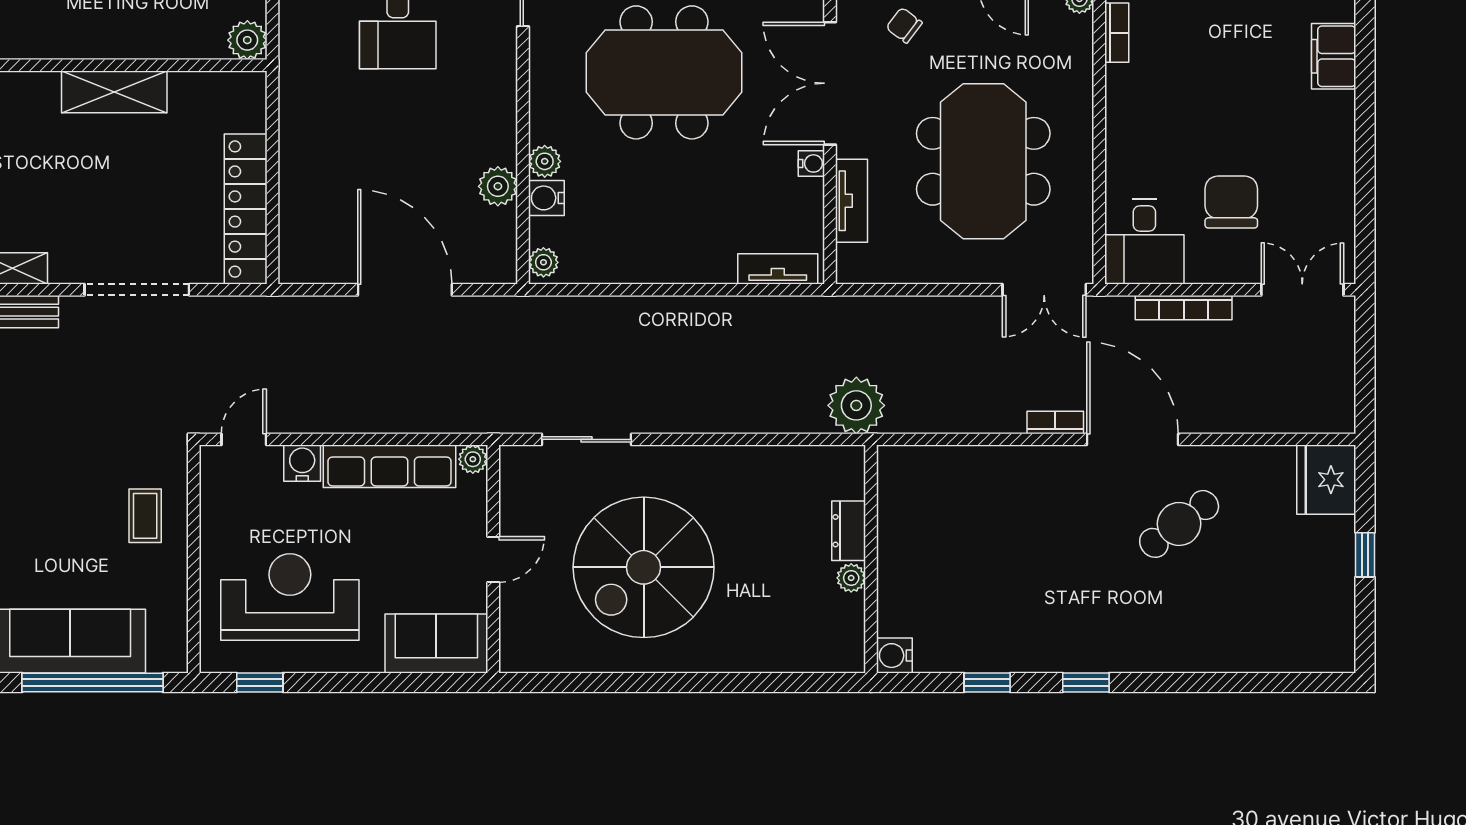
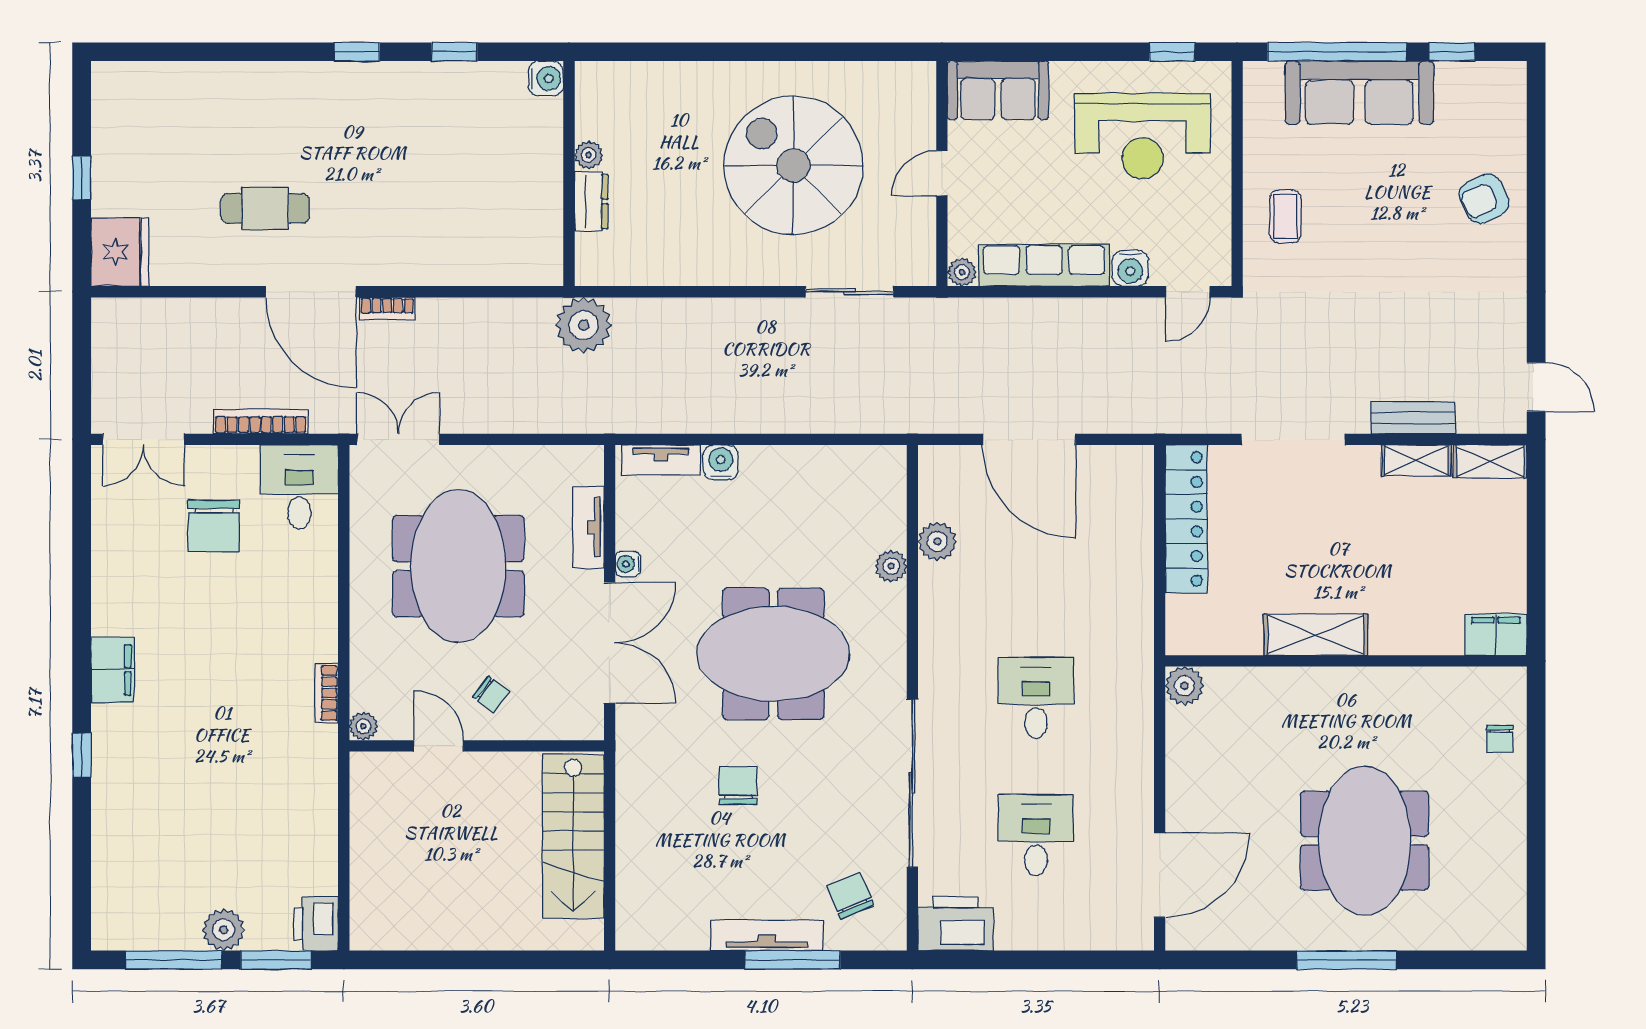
chair: (904, 25) -> (491, 694), moved
water cooler: (546, 198) -> (721, 462), moved, turned -90
plant: (543, 262) -> (892, 466), removed
cafe table: (1179, 524) -> (265, 208), turned 37
spiral stairs: (644, 567) -> (793, 165), turned -90

